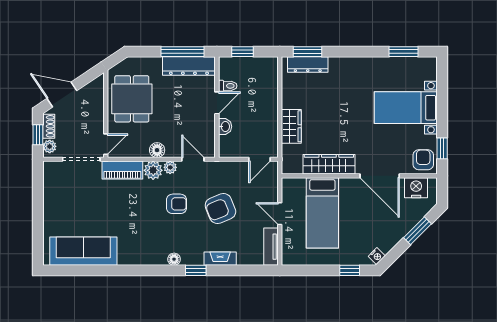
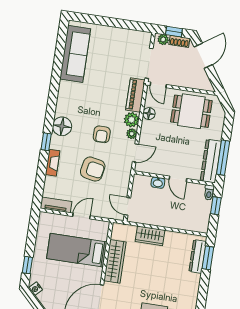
toilet: (228, 86) -> (209, 193), moved
floor lamp: (157, 150) -> (149, 114), moved
armchair: (220, 208) -> (93, 169), turned 123
floor lamp: (174, 259) -> (62, 126), width x1.89, depth x1.89

